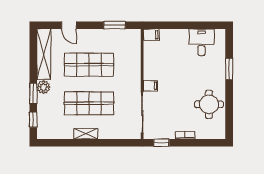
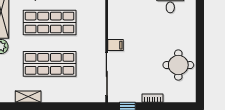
window: (229, 69) -> (200, 27), removed
shelving: (86, 134) -> (28, 97), moved

